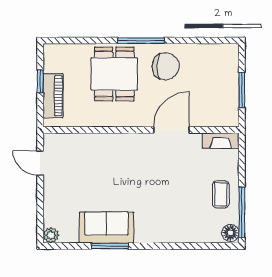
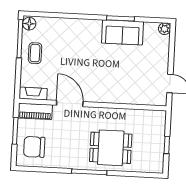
chair: (166, 66) -> (34, 147), moved
dining table: (114, 74) -> (111, 148), turned 90
piano: (53, 96) -> (35, 111), moved, turned -90
door: (171, 130) -> (70, 103), swing flipped

